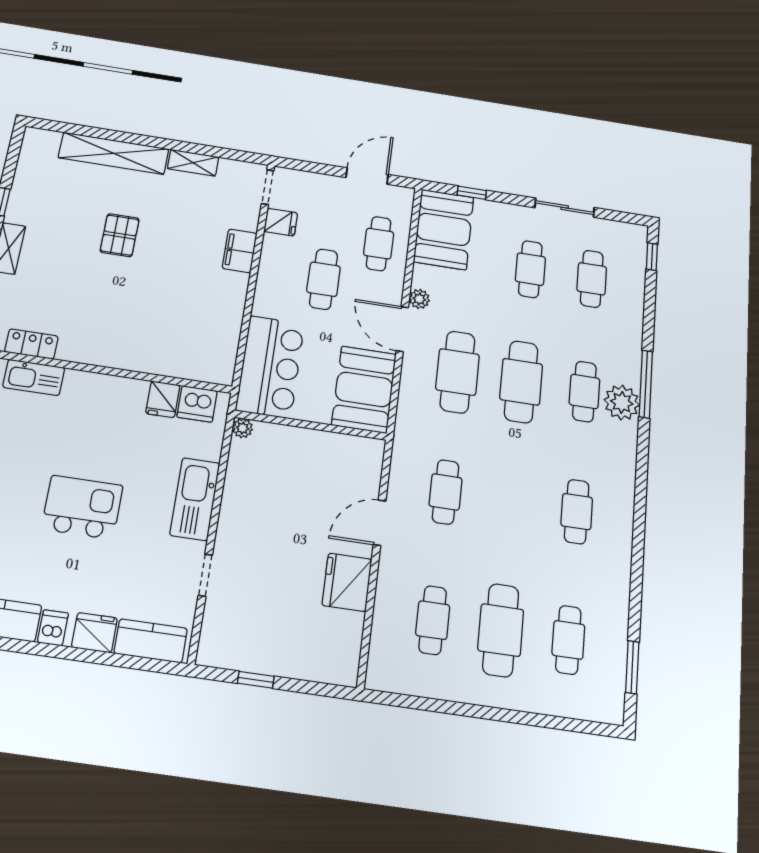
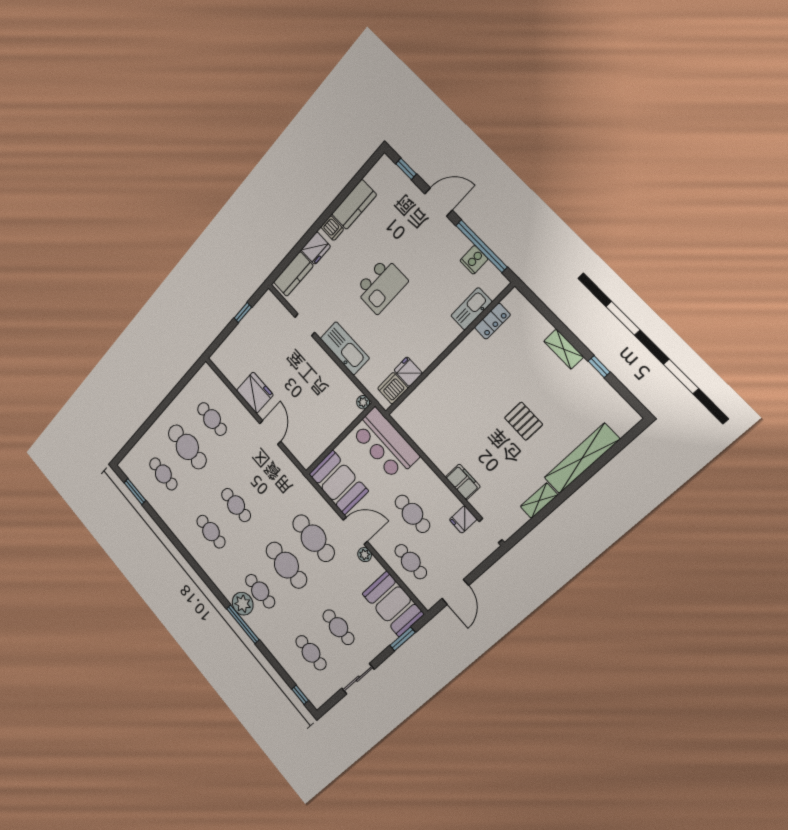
window: (472, 193) -> (402, 639), width x1.50
cafe table: (445, 492) -> (236, 505), moved

